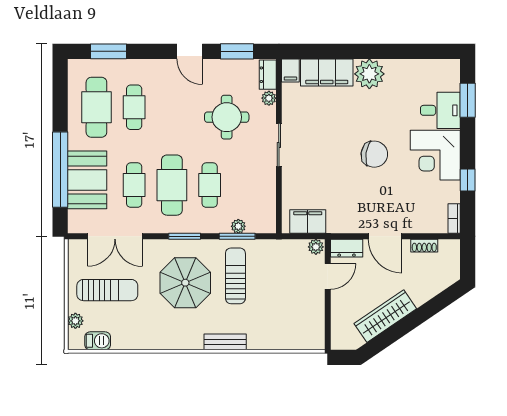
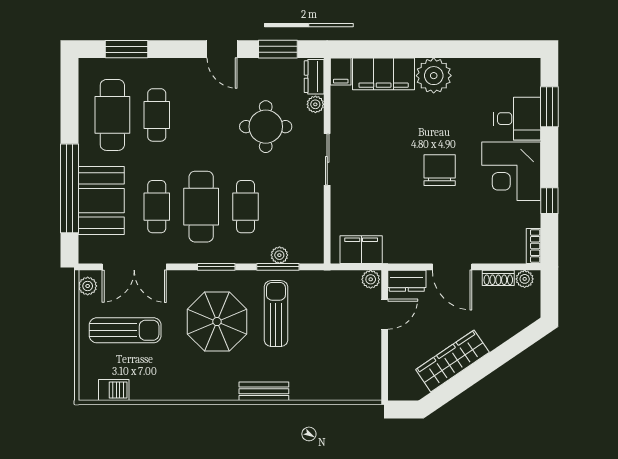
chair: (374, 154) -> (440, 170), turned -99
plant: (447, 247) -> (525, 279), added
plant: (75, 321) -> (88, 286), moved

